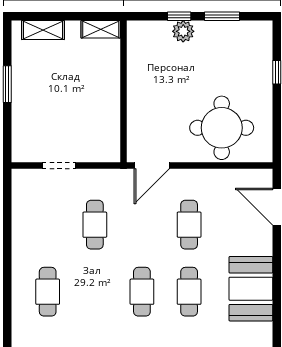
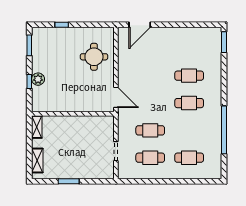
window: (222, 16) -> (29, 45), moved
round table: (222, 128) -> (94, 57), width x0.73, depth x0.73
cafe table: (189, 225) -> (150, 158), moved
booth: (251, 289) -> (187, 40), removed

